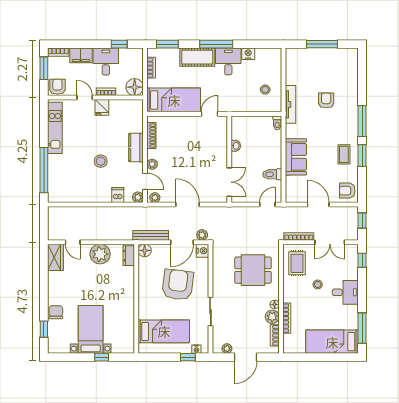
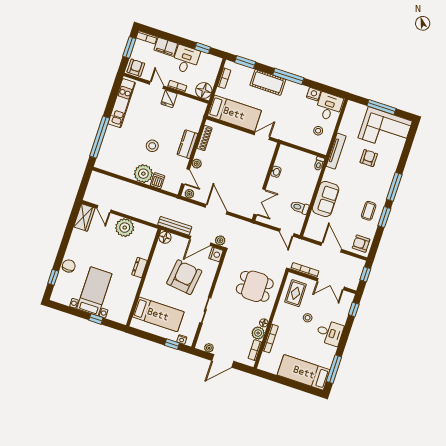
desk: (228, 61) -> (329, 107), moved
corner sofa: (333, 66) -> (385, 130), added
plant: (138, 197) -> (143, 174), moved, width x1.87, depth x1.87
door: (267, 204) -> (287, 233), swing flipped
dresser: (129, 256) -> (139, 268), moved

